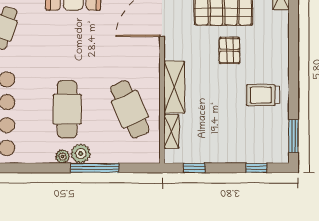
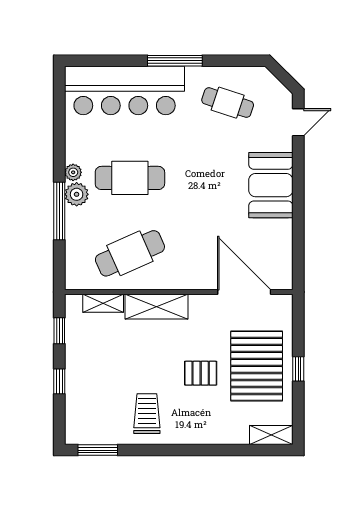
window: (256, 168) -> (59, 381), moved

